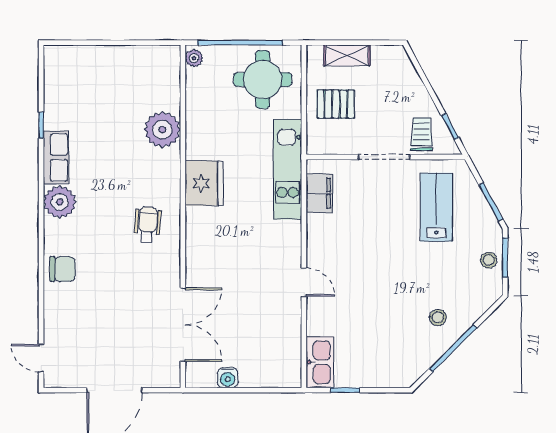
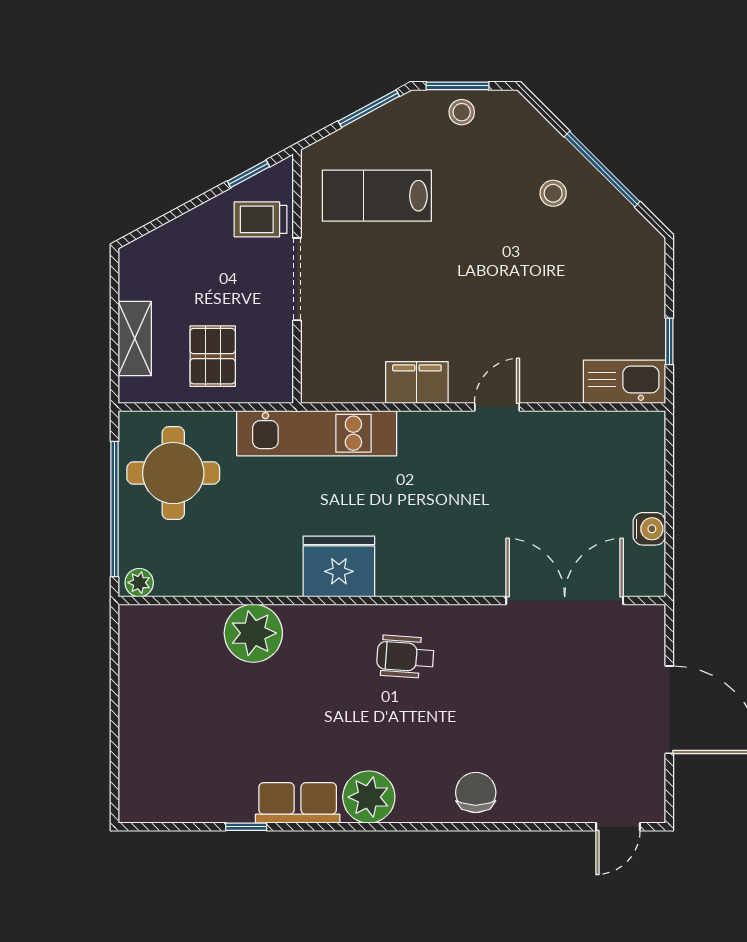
filing cabinet: (319, 193) -> (417, 382), moved

